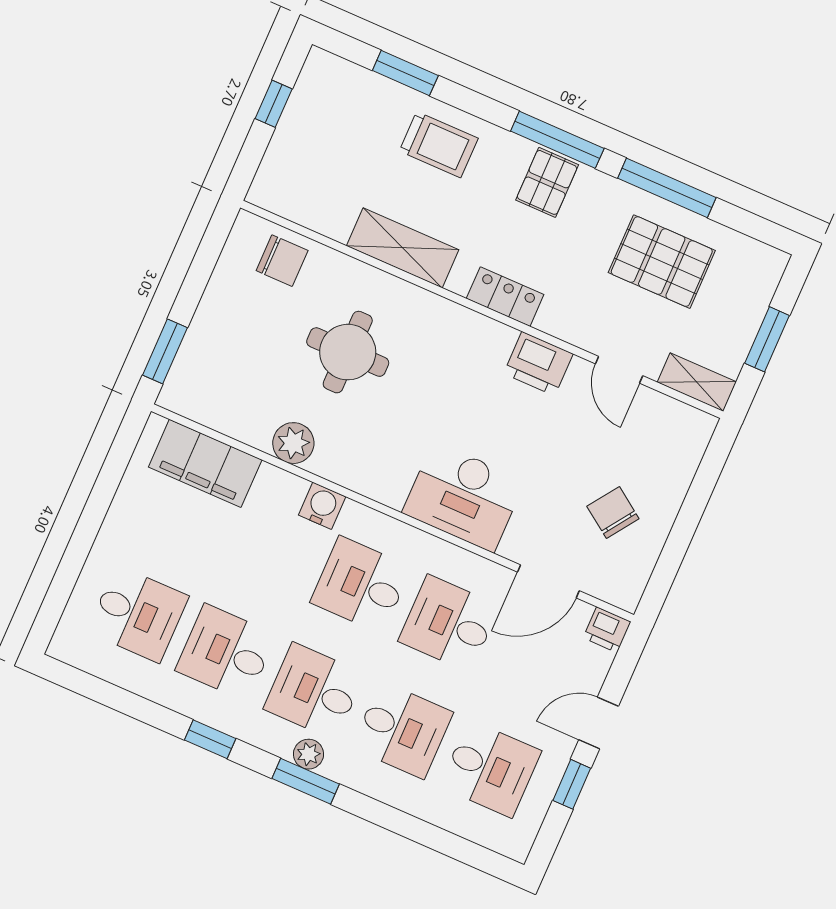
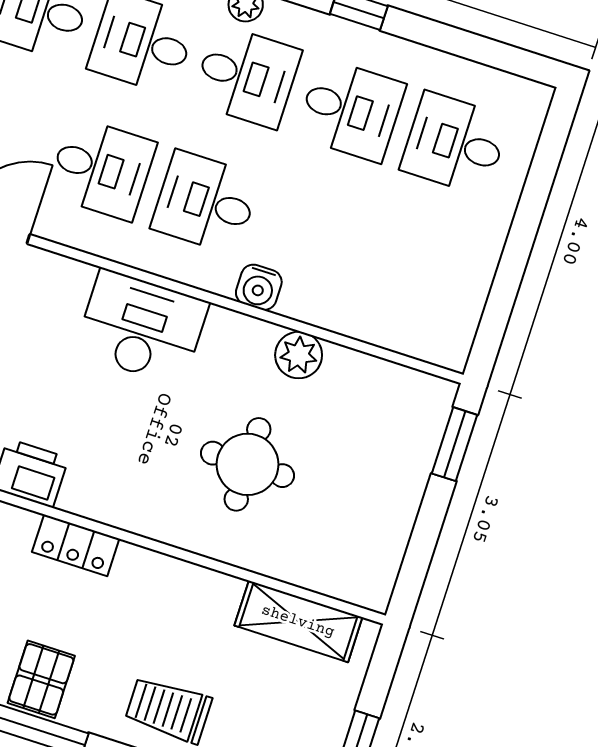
shelving: (403, 248) -> (298, 621), moved
chair: (282, 261) -> (332, 560), removed
filing cabinet: (205, 463) -> (396, 322), removed
desk: (464, 497) -> (142, 327), moved
desk: (361, 585) -> (206, 202), turned 180

